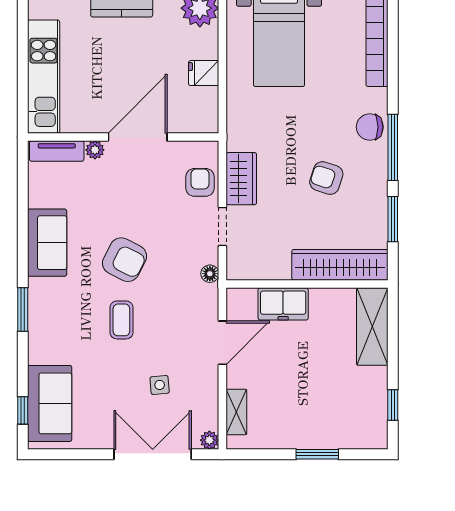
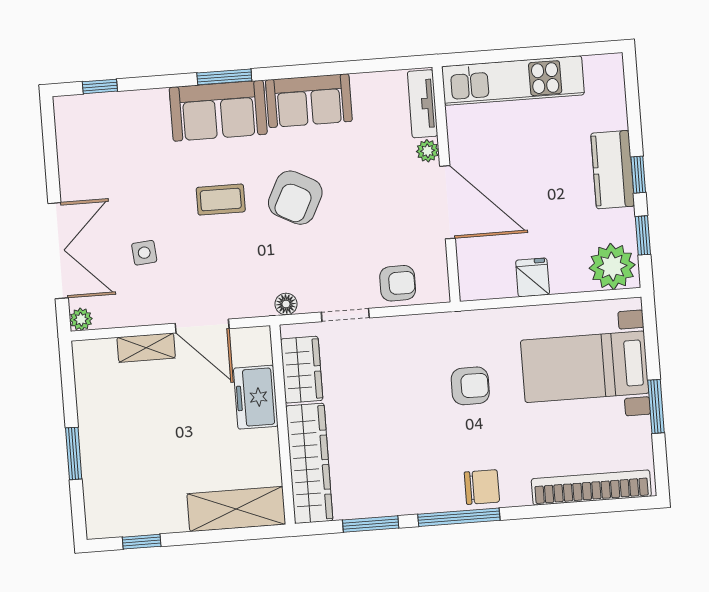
chair: (370, 127) -> (482, 487), turned 90
armchair: (326, 178) -> (470, 386), moved, turned 72
wardrobe: (241, 179) -> (302, 370), moved, turned -90
sofa: (50, 403) -> (218, 111), moved
shelving: (236, 412) -> (146, 348), moved

